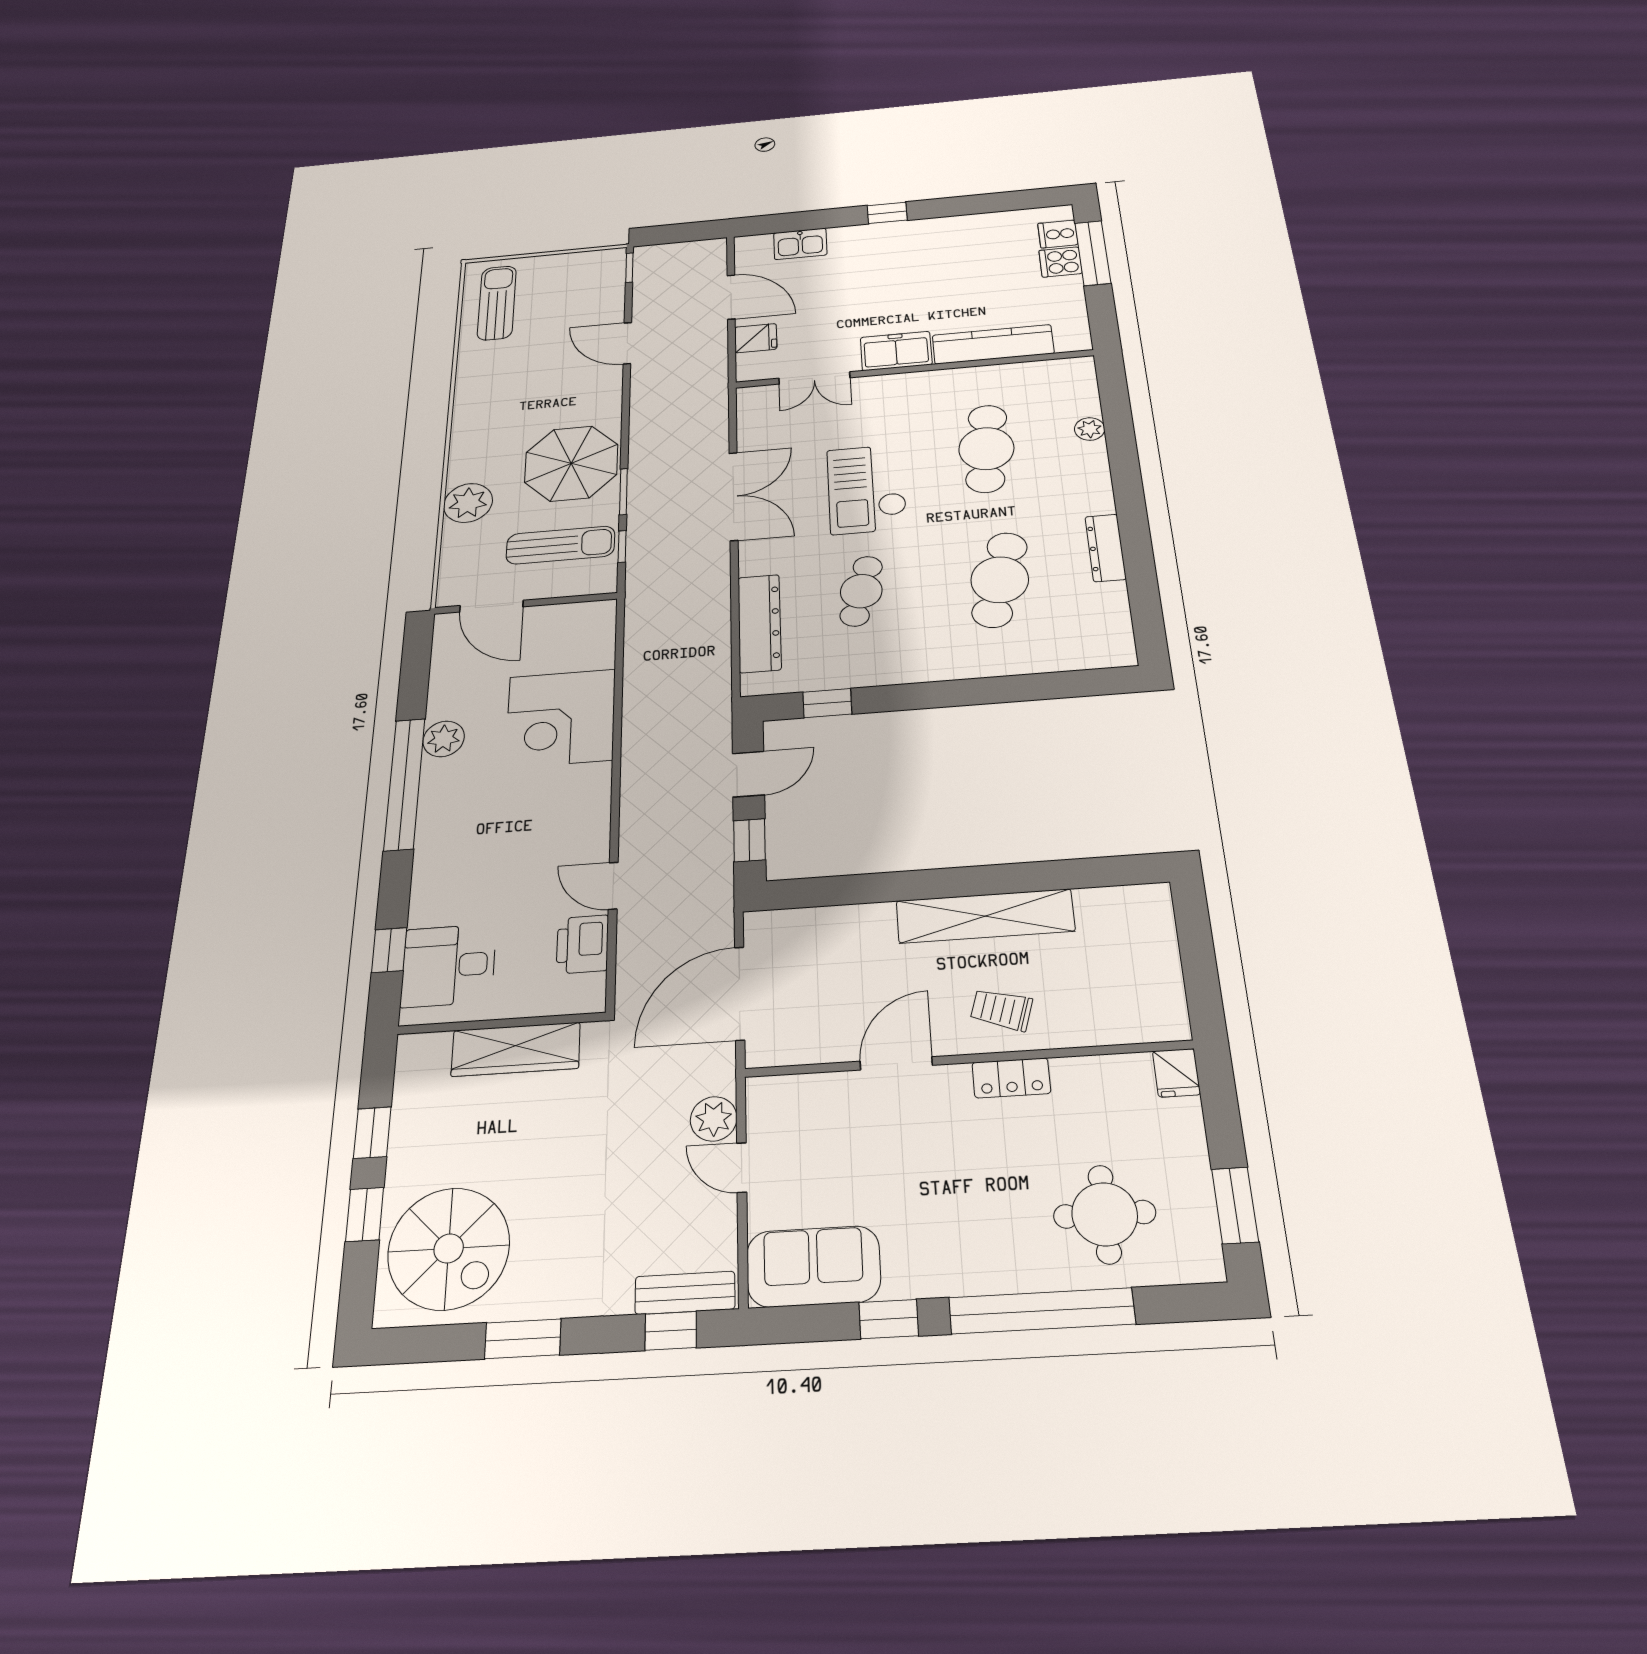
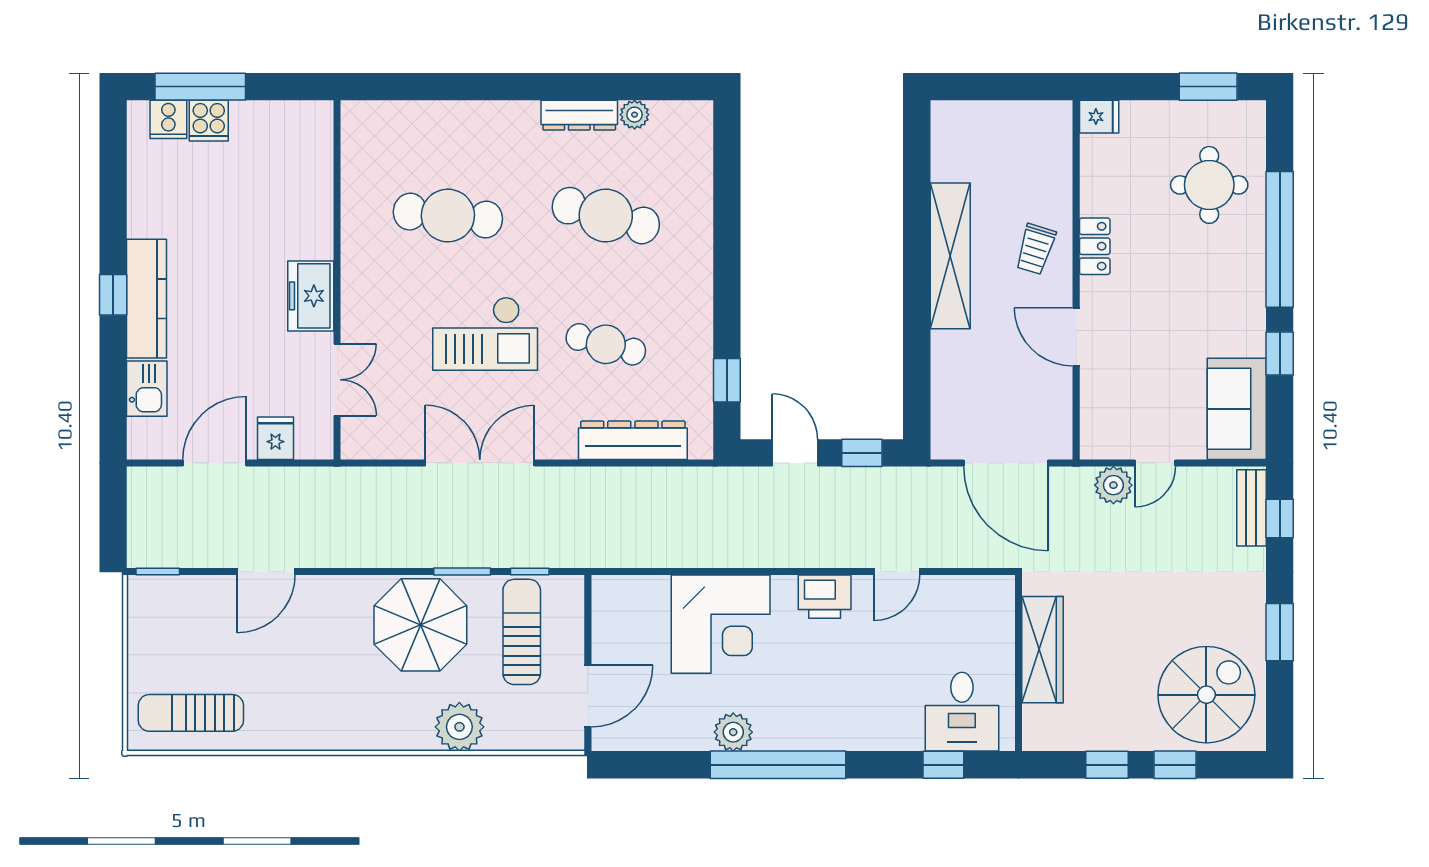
kitchen counter: (993, 344) -> (147, 299), moved, turned 180
plant: (1090, 429) -> (635, 115), moved
printer: (583, 944) -> (825, 597), moved

